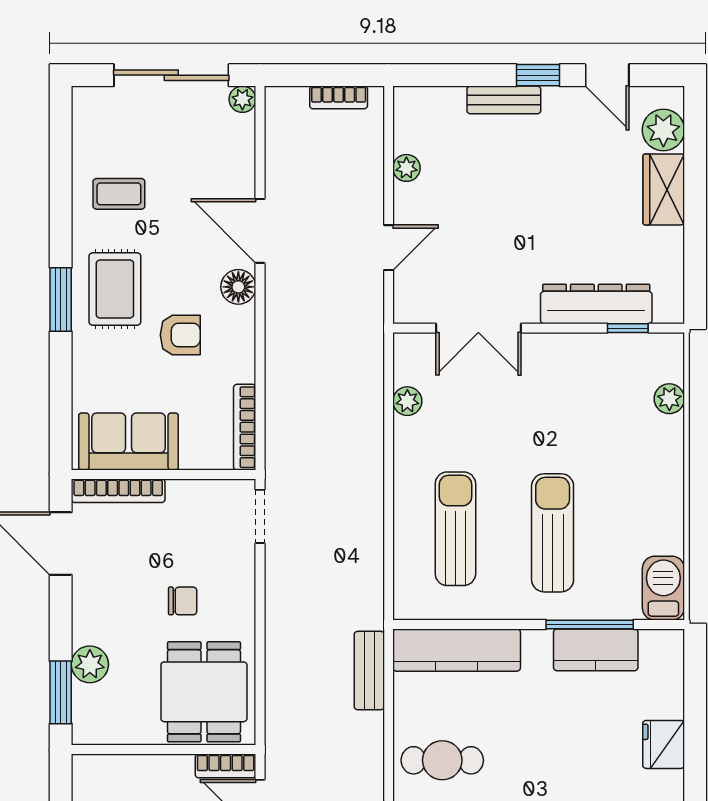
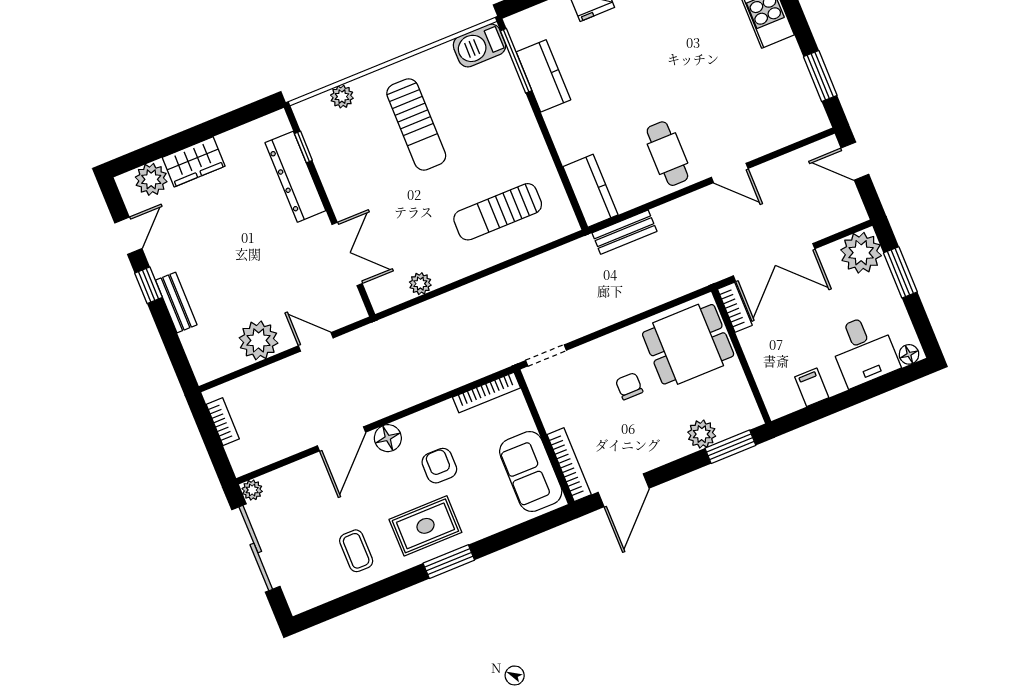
plant: (406, 168) -> (259, 340), width x1.88, depth x1.88
sun lounger: (553, 533) -> (416, 124), moved, turned -90
window: (590, 625) -> (516, 61), moved
kitchen counter: (457, 650) -> (590, 191), width x0.67

